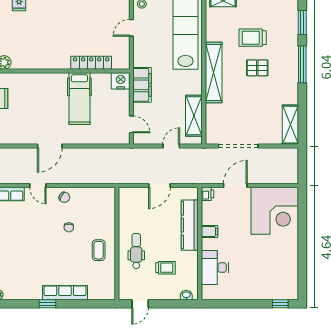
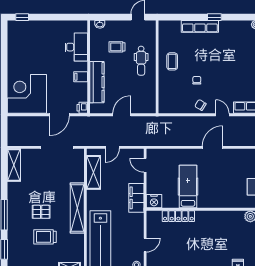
trolley: (253, 38) -> (45, 237), turned 180

